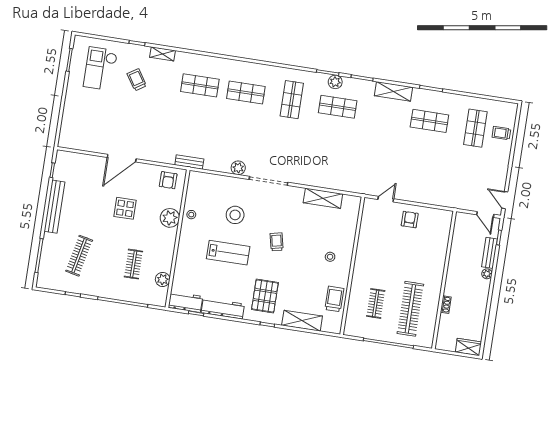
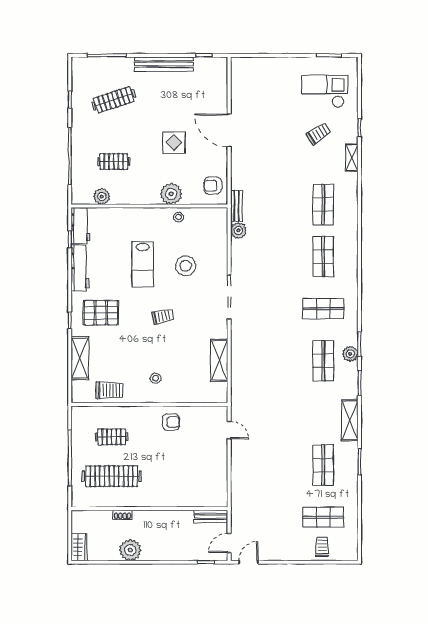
plant: (238, 168) -> (238, 230), moved
armchair: (410, 219) -> (171, 422), moved
bench: (490, 253) -> (211, 517), moved
clothes rail: (79, 256) -> (114, 100), turned -30
plant: (487, 274) -> (130, 550), moved, width x1.88, depth x1.88

